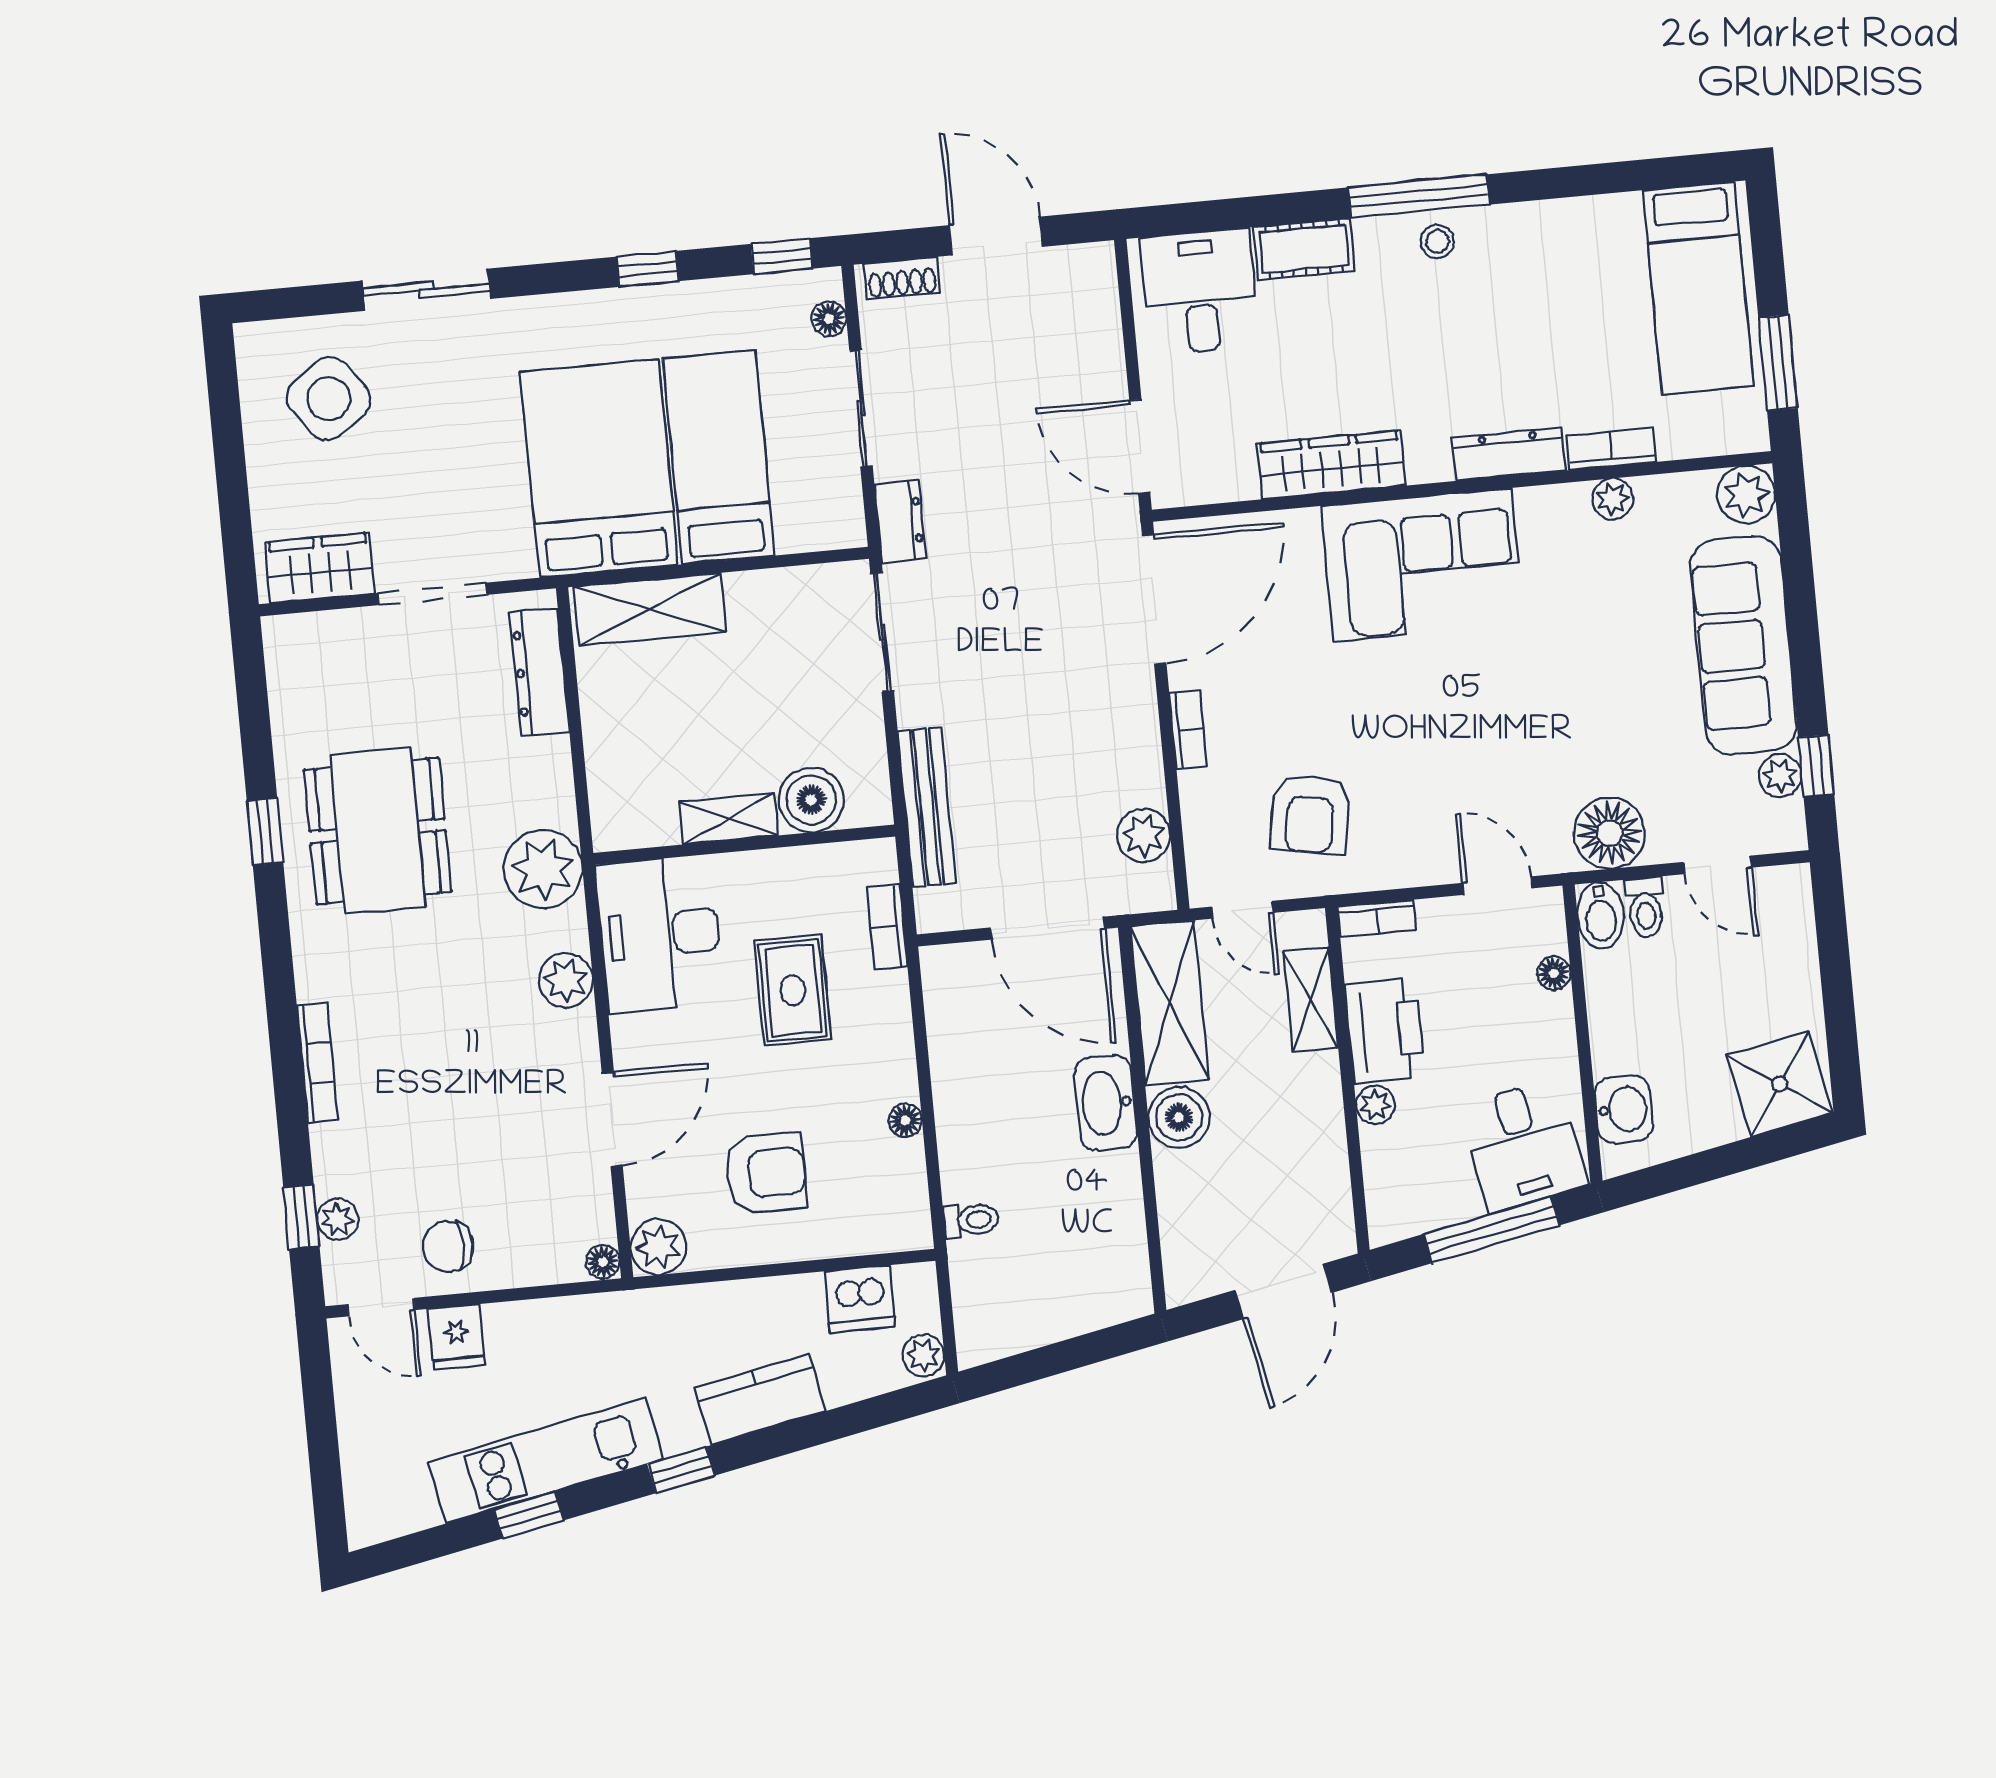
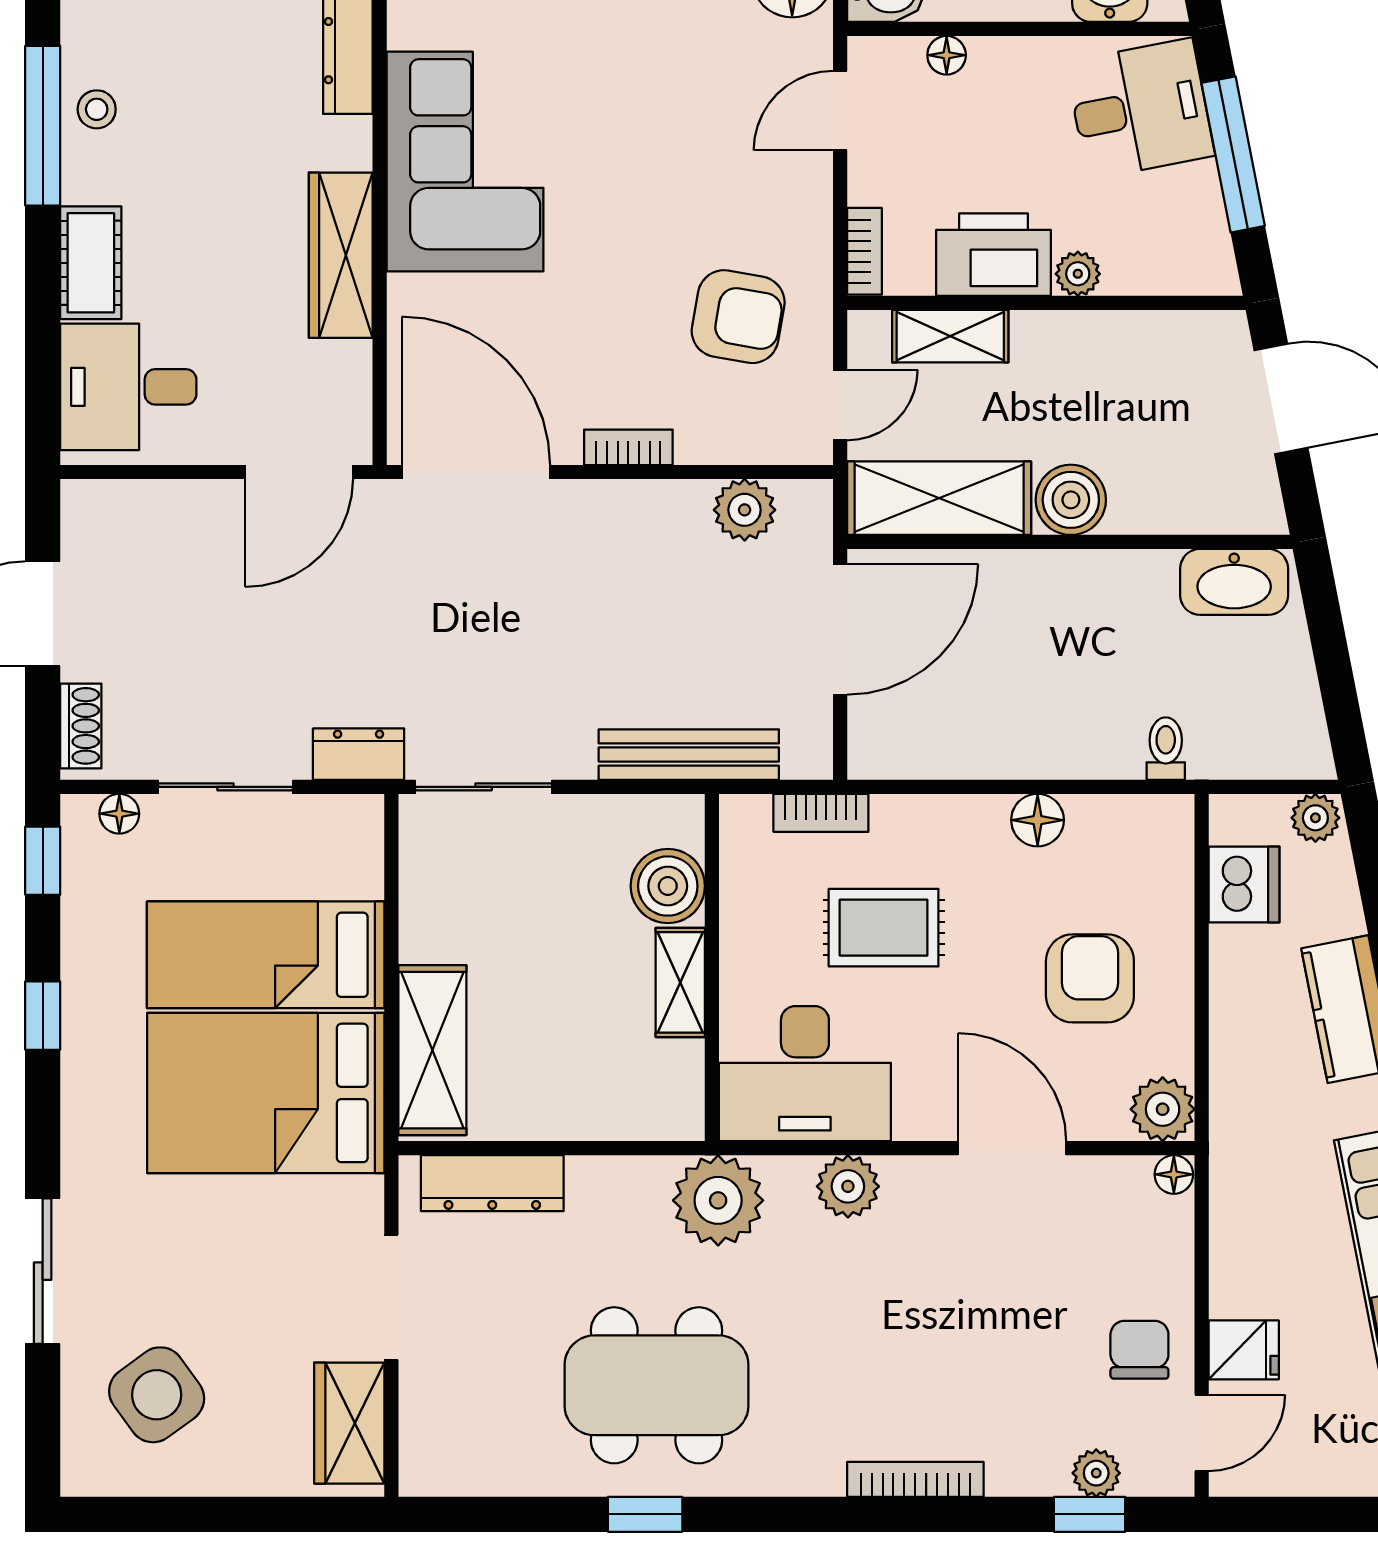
washbasin: (1106, 1103) -> (1234, 582), moved
floor lamp: (905, 1120) -> (1038, 820), width x1.37, depth x1.37
chair: (448, 1246) -> (1139, 1350), turned 180

